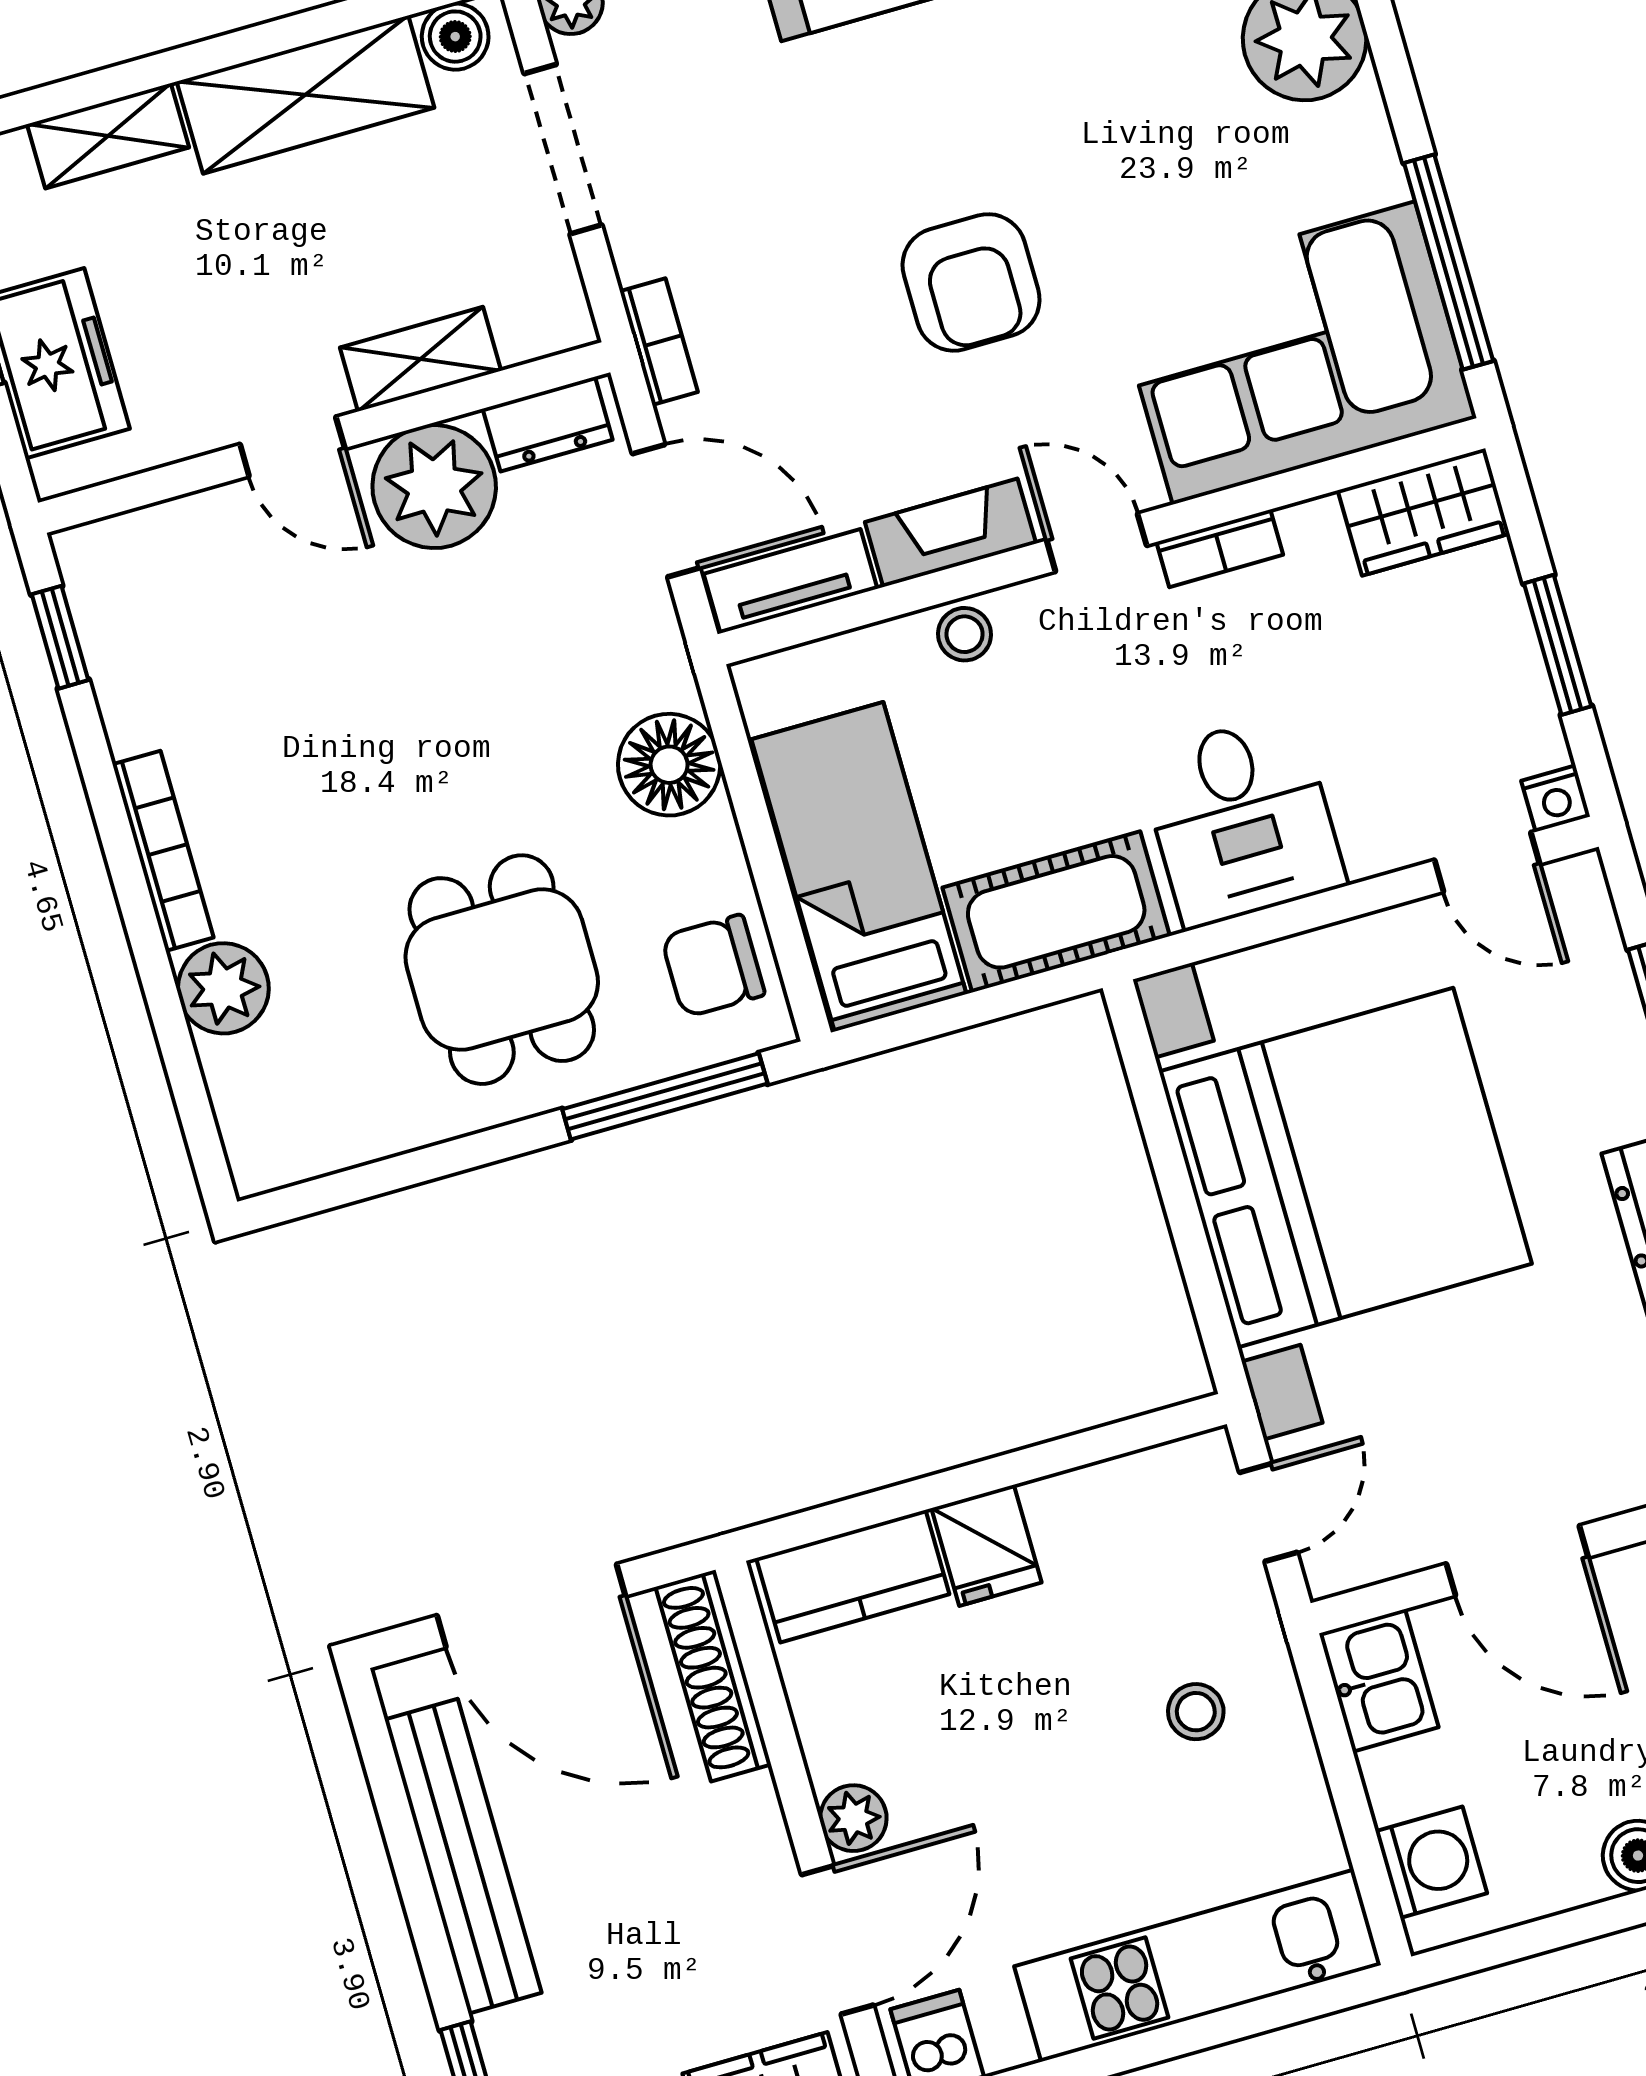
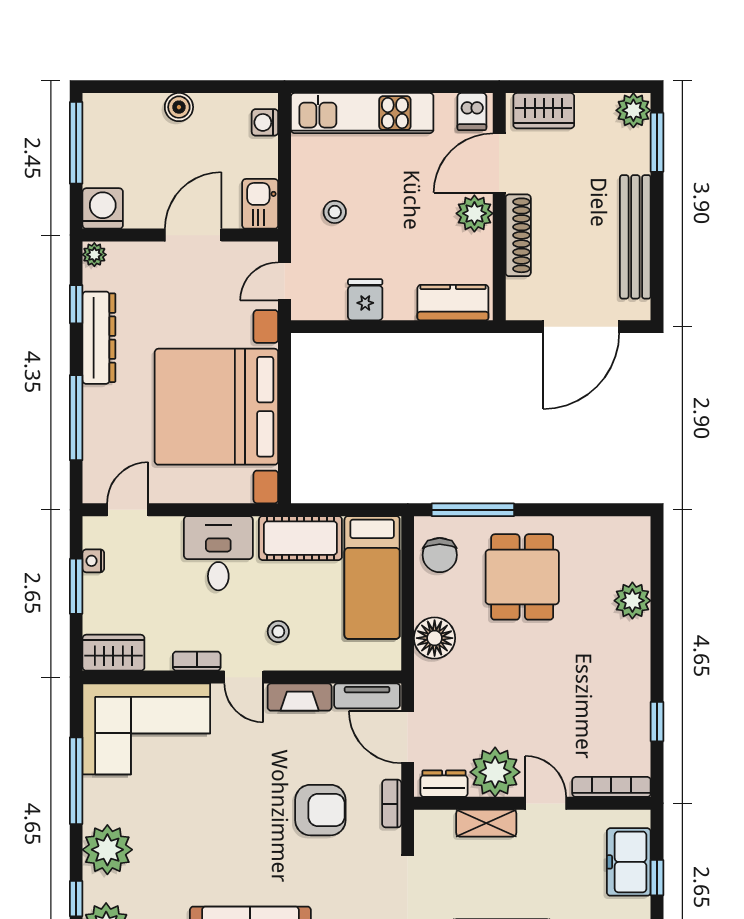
window: (1449, 262) -> (76, 781), moved
armchair: (971, 282) -> (320, 810), moved, turned 90
stool: (965, 634) -> (278, 632), moved
window: (60, 637) -> (657, 722), moved
nightstand: (1556, 799) -> (93, 561), moved, turned -90
bookcase: (163, 851) -> (611, 787), moved, turned 90
door: (1487, 862) -> (128, 510), hinge flipped
chair: (713, 966) -> (440, 555), turned 90
fridge: (986, 1545) -> (365, 300), moved
door: (1517, 1561) -> (193, 235), hinge flipped
door: (531, 1606) -> (581, 327), swing flipped
shoe rack: (713, 1676) -> (518, 235), moved
plant: (853, 1818) -> (474, 213), width x1.38, depth x1.38
washing machine: (1431, 1862) -> (265, 122), width x0.73, depth x0.73

